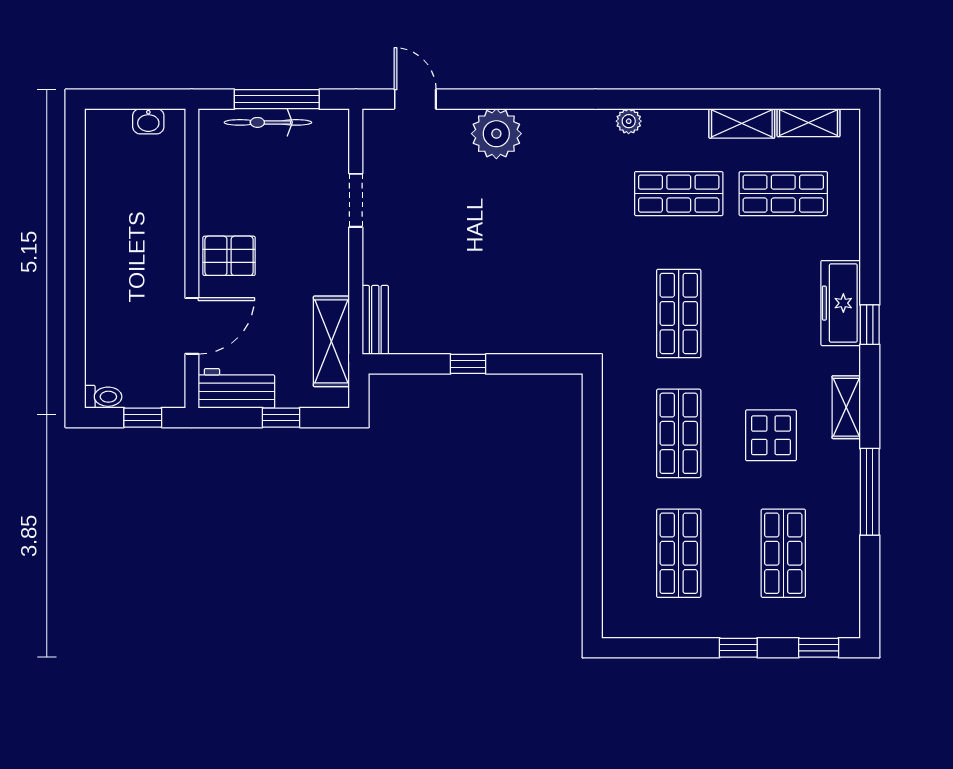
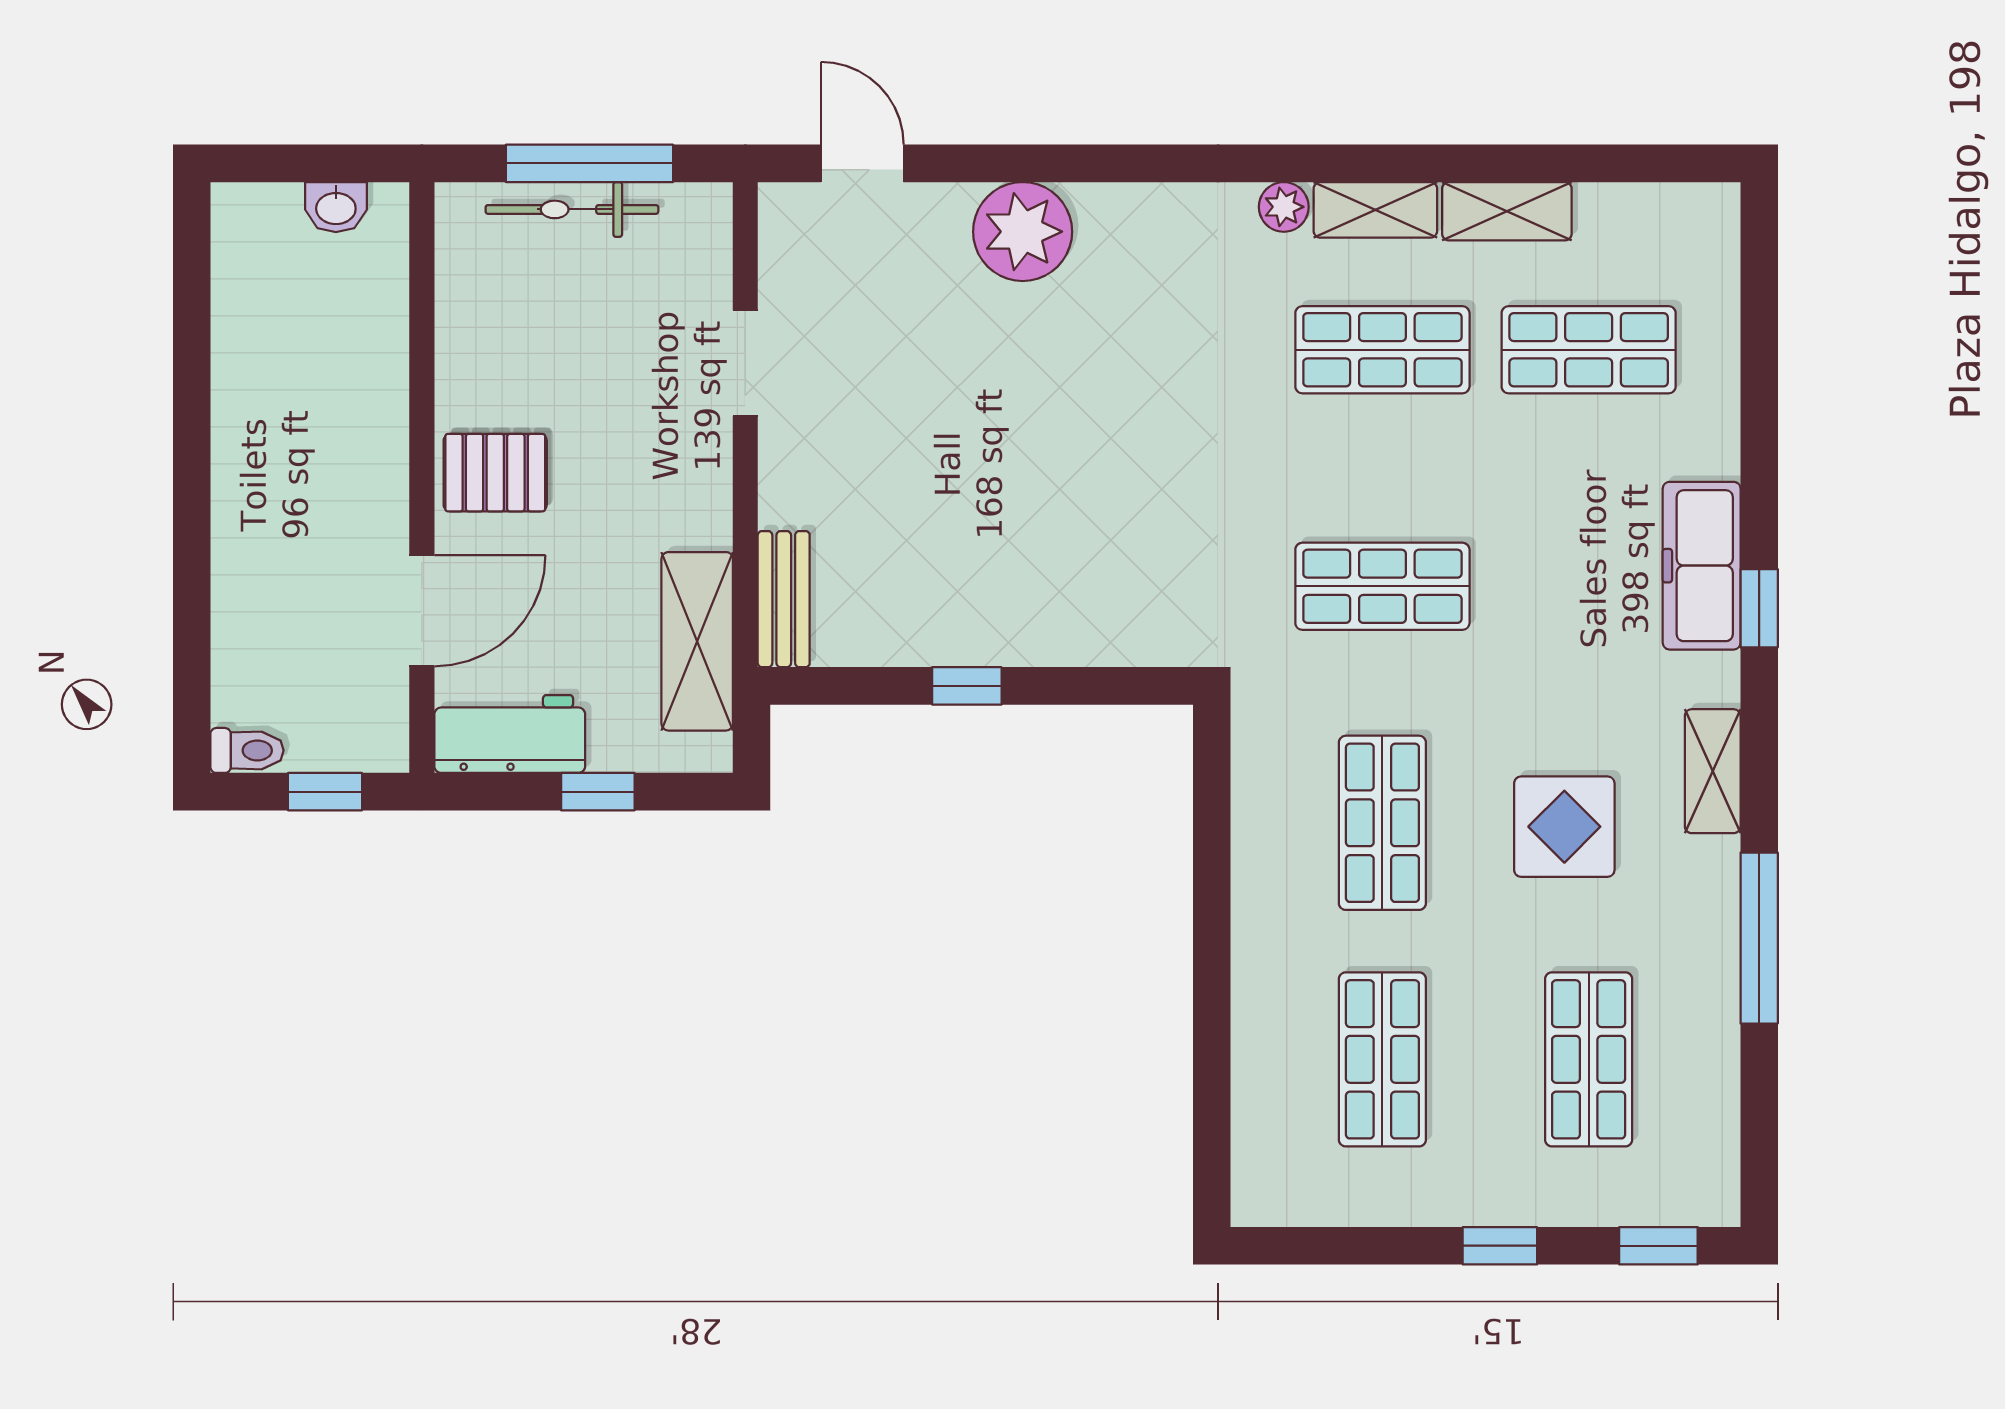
shelving: (809, 123) -> (1375, 210), moved
shop shelf: (679, 313) -> (1382, 586), turned 90

